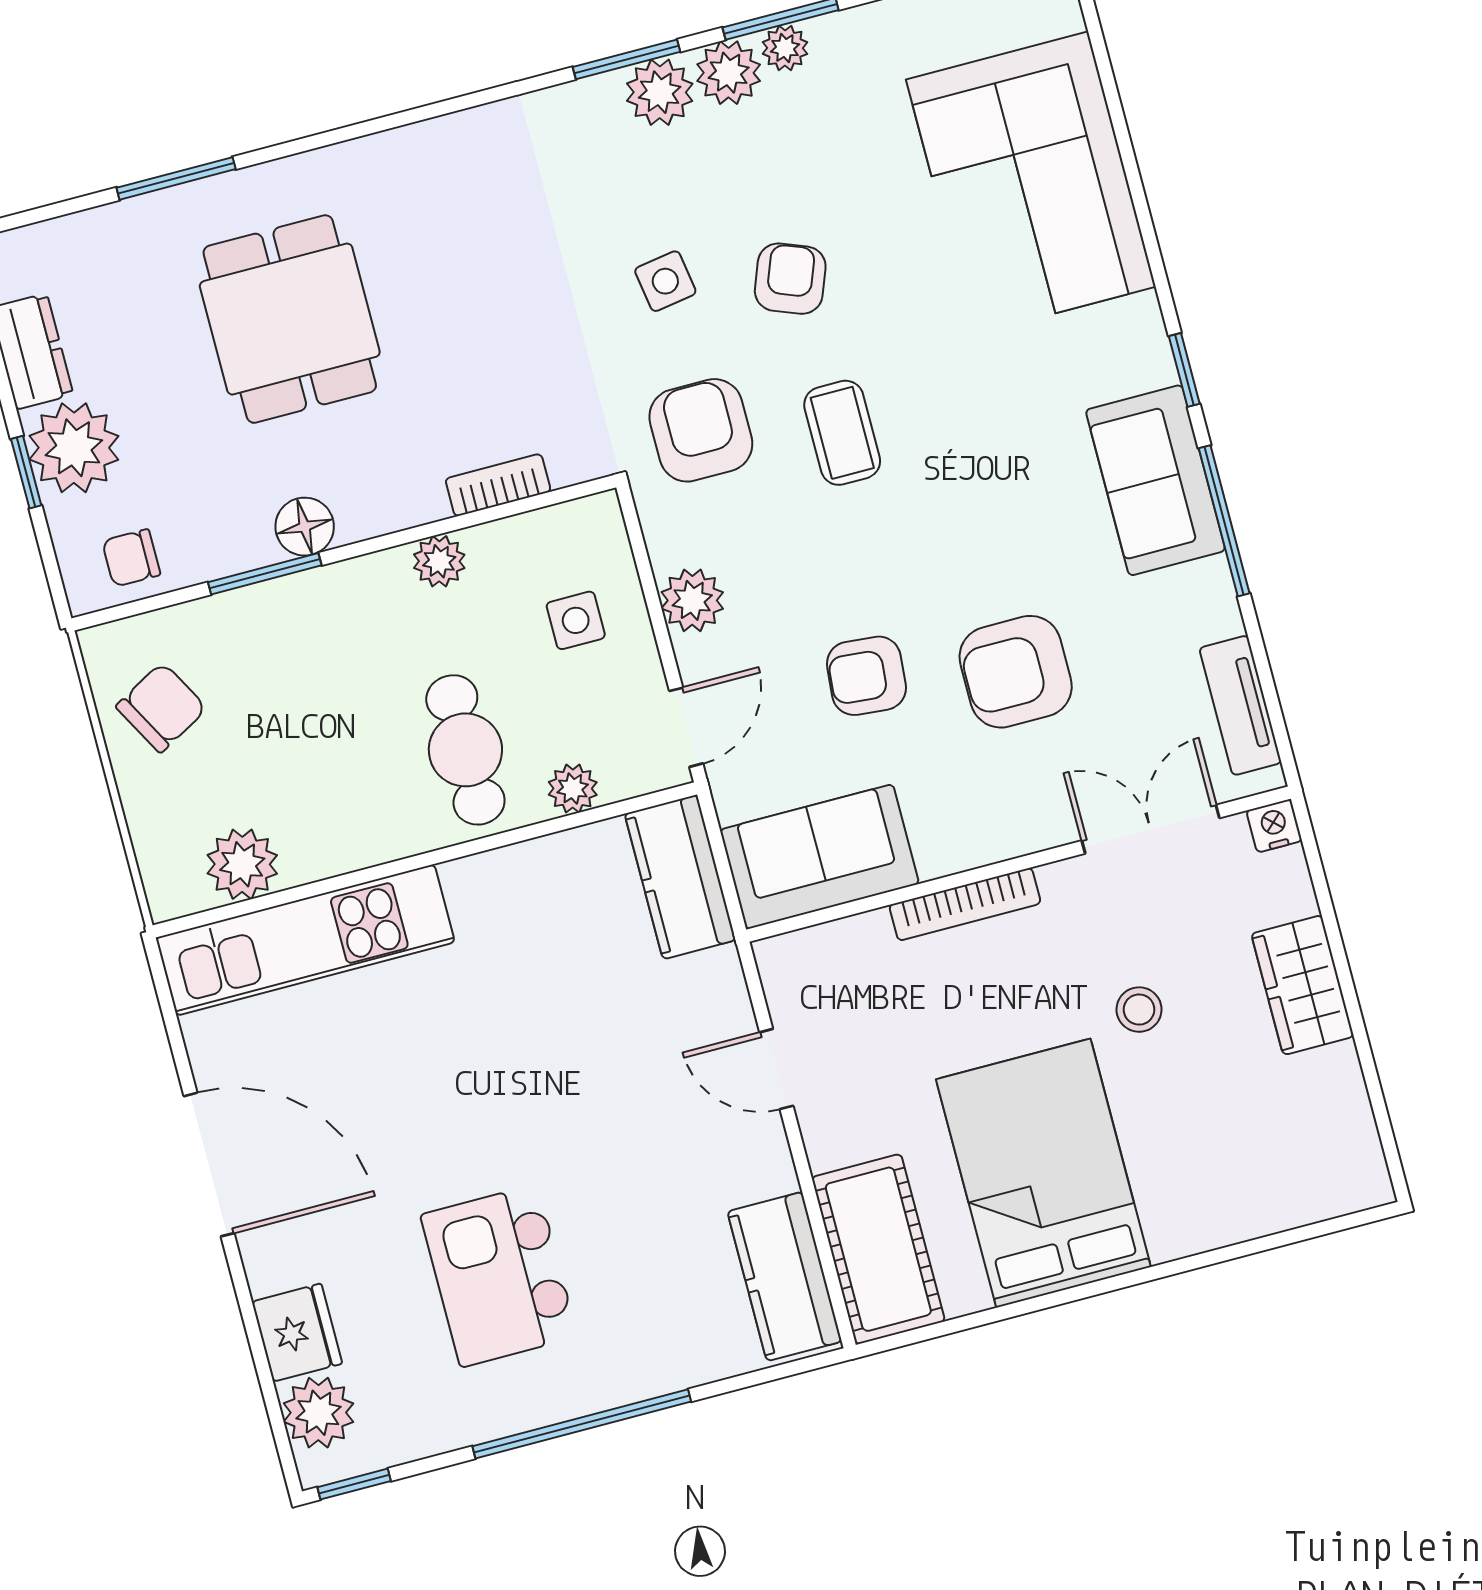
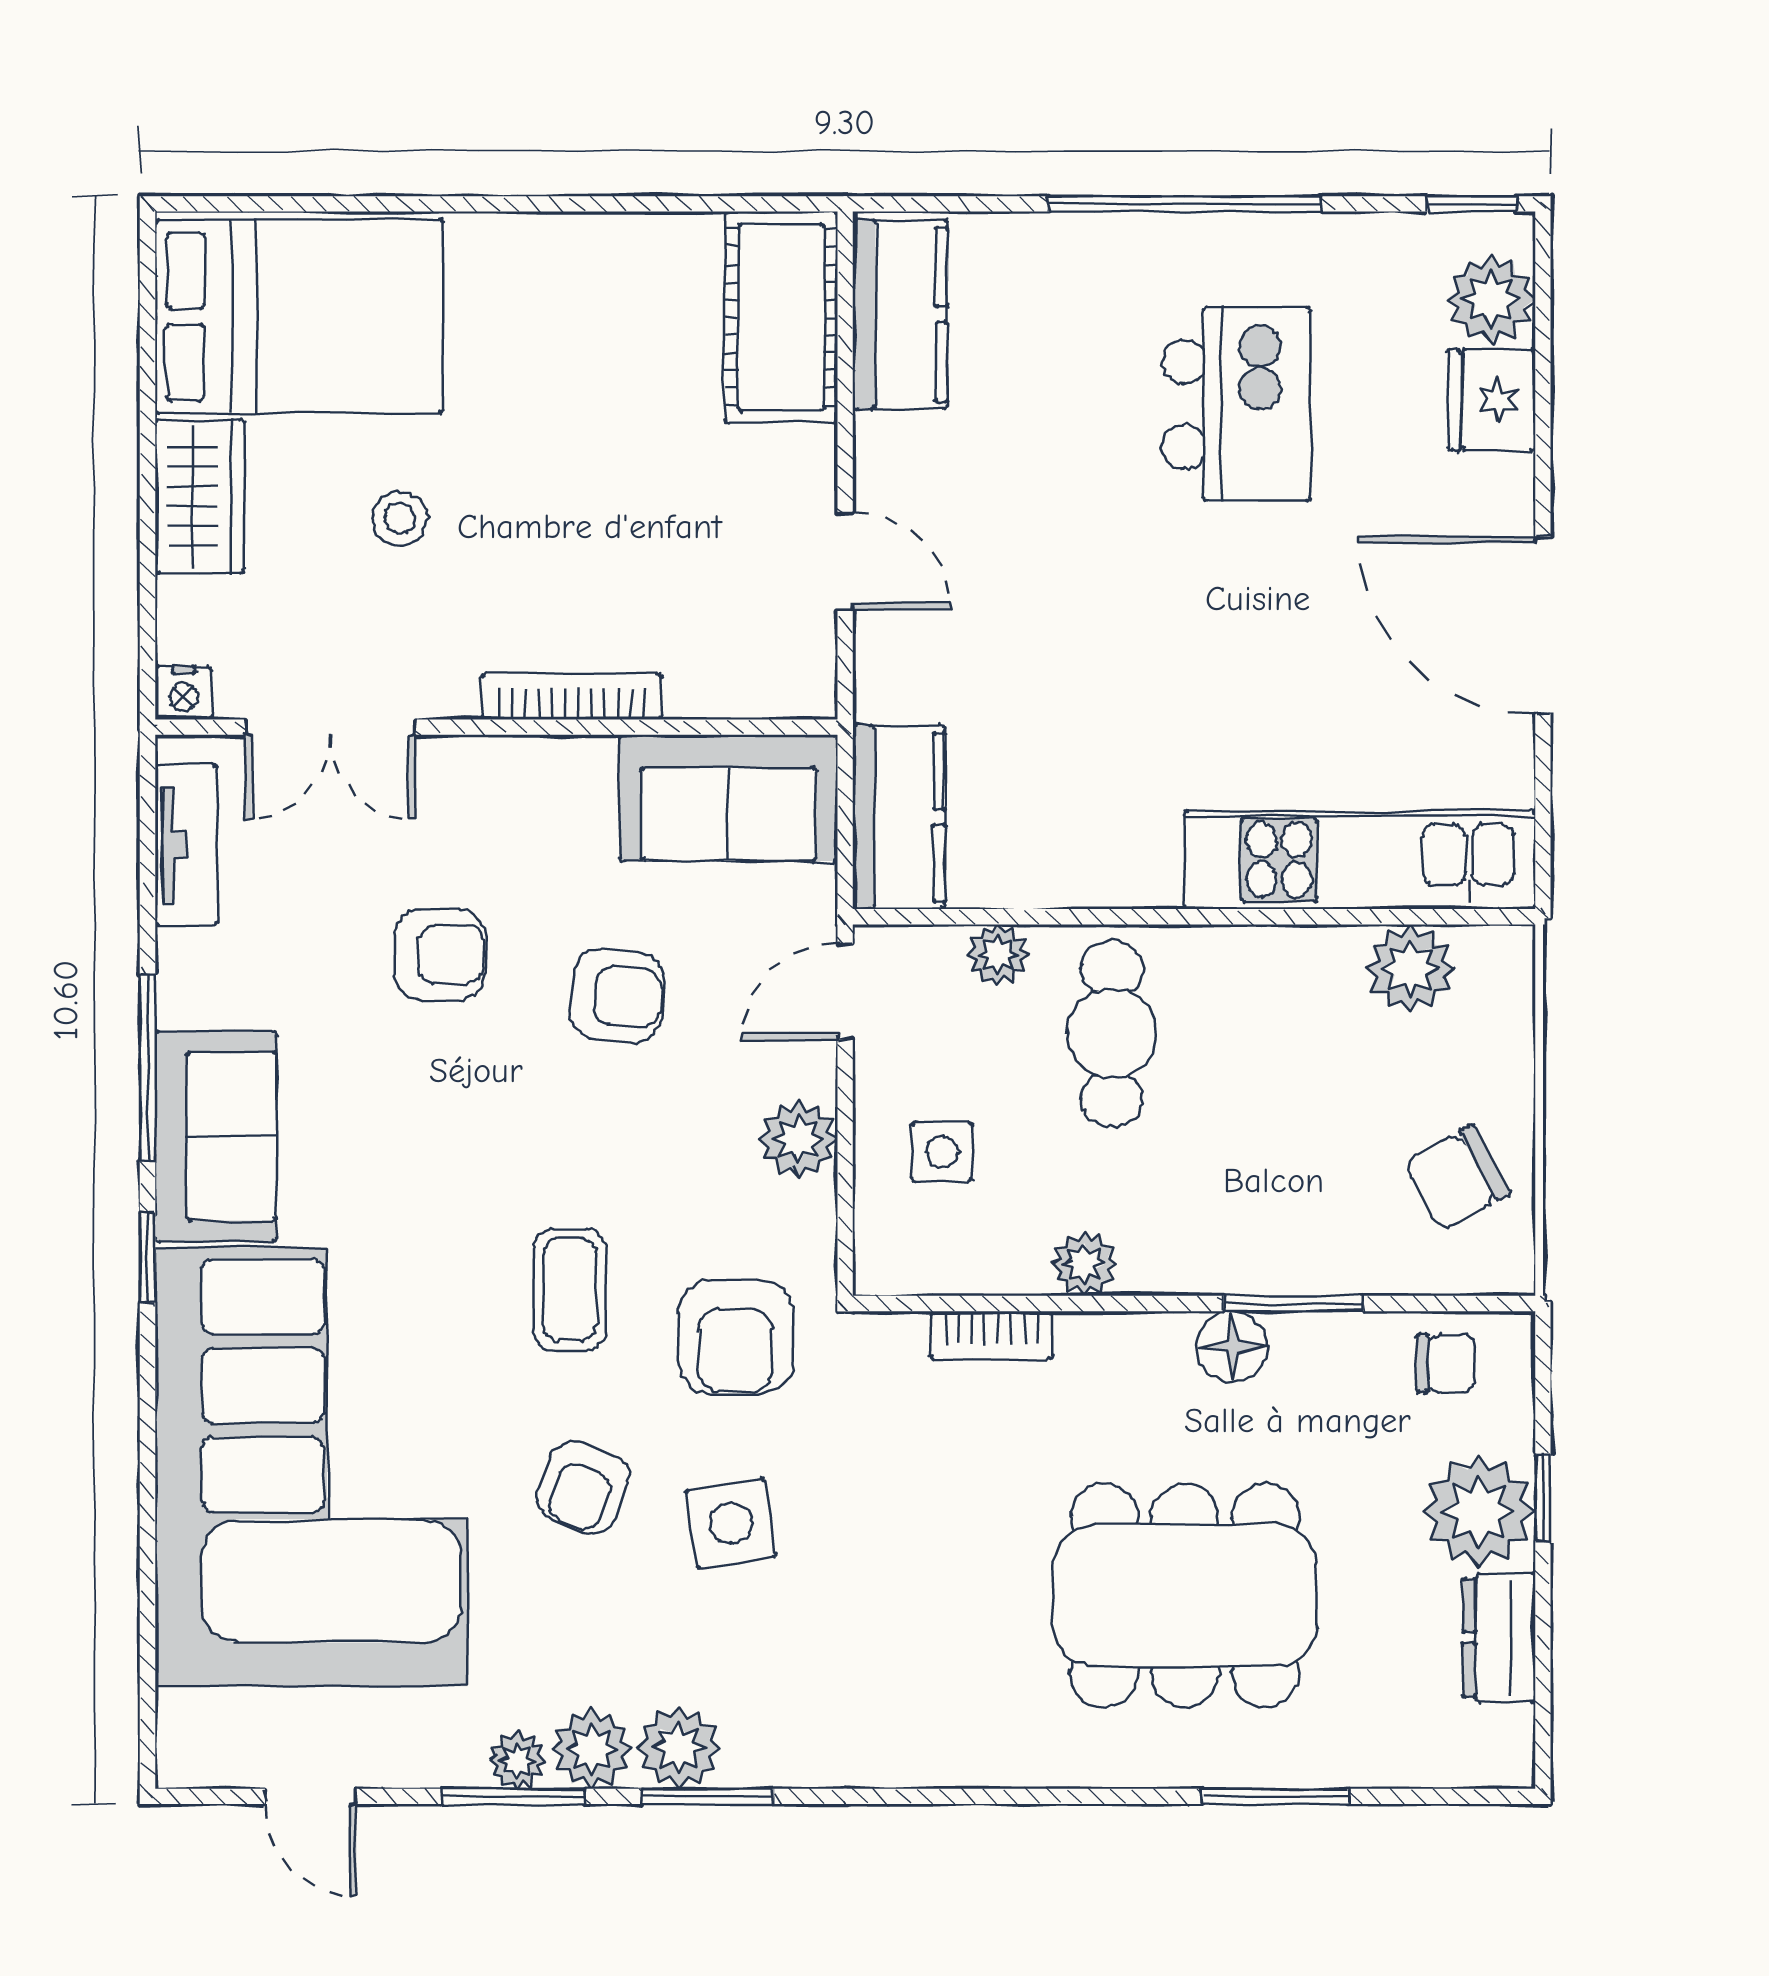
corner sofa: (1031, 183) -> (311, 1467), width x1.36, depth x1.36
side table: (665, 281) -> (731, 1523), width x1.37, depth x1.37
dining table: (290, 319) -> (1185, 1596), width x1.38
armchair: (1016, 672) -> (440, 954), width x0.72, depth x0.72
bed: (1043, 1173) -> (299, 316), moved, turned -90

